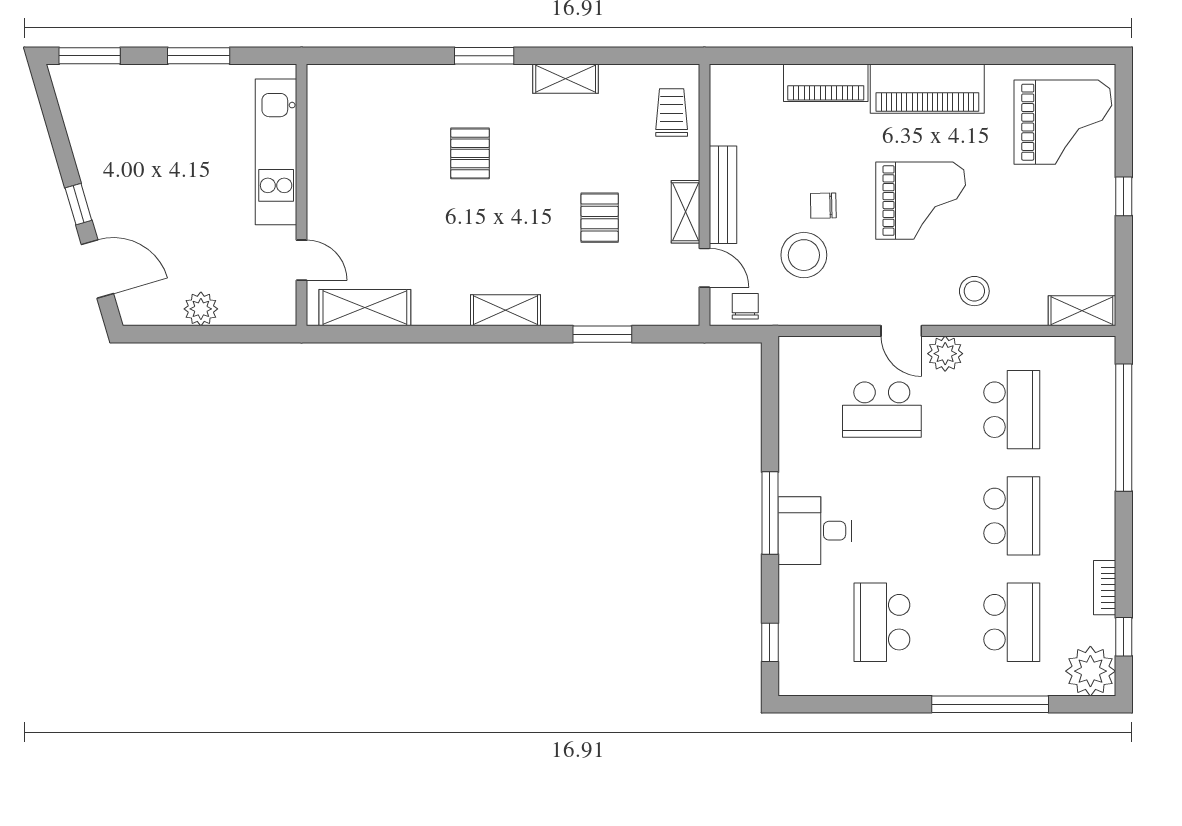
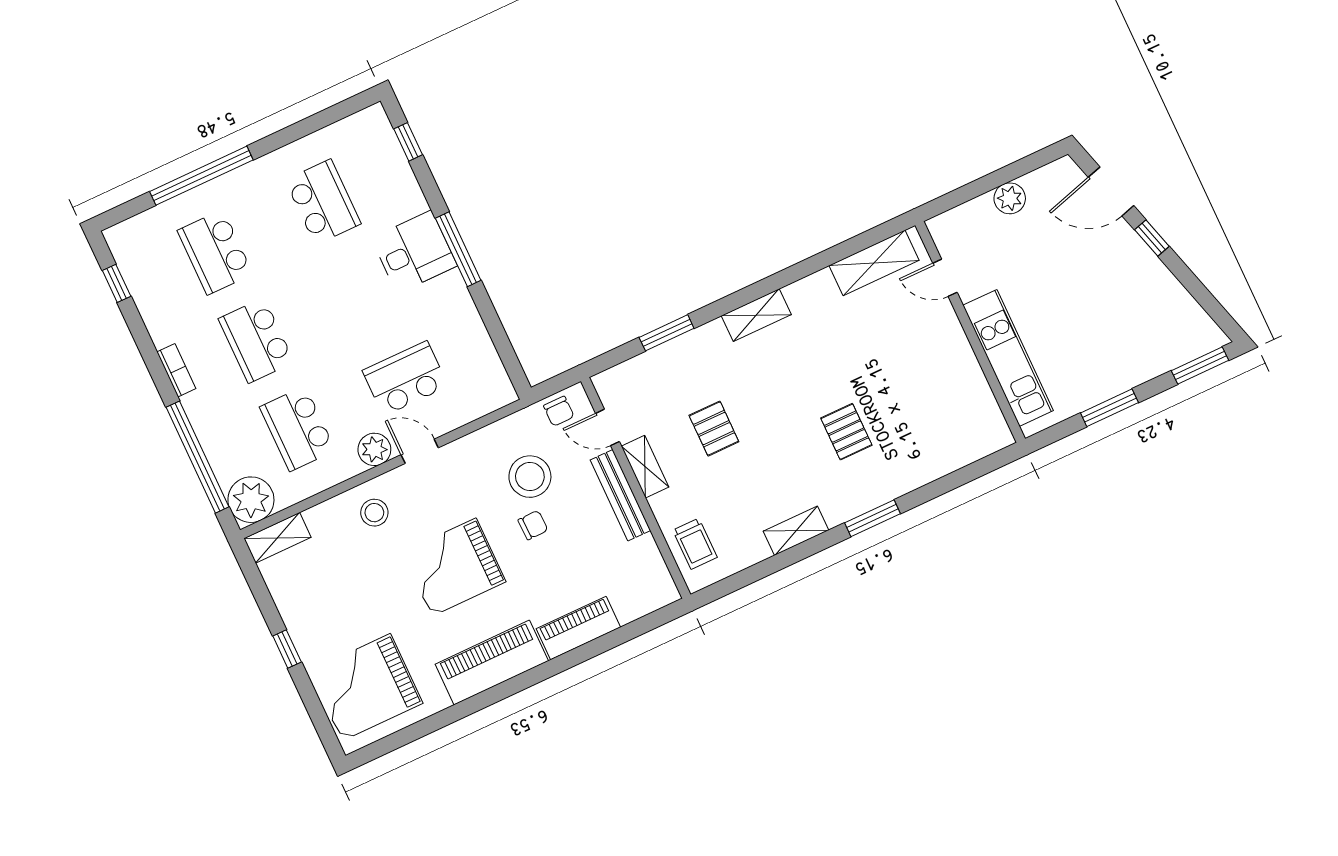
bookcase: (1105, 588) -> (176, 370), moved
plant: (1090, 671) -> (251, 500), moved

